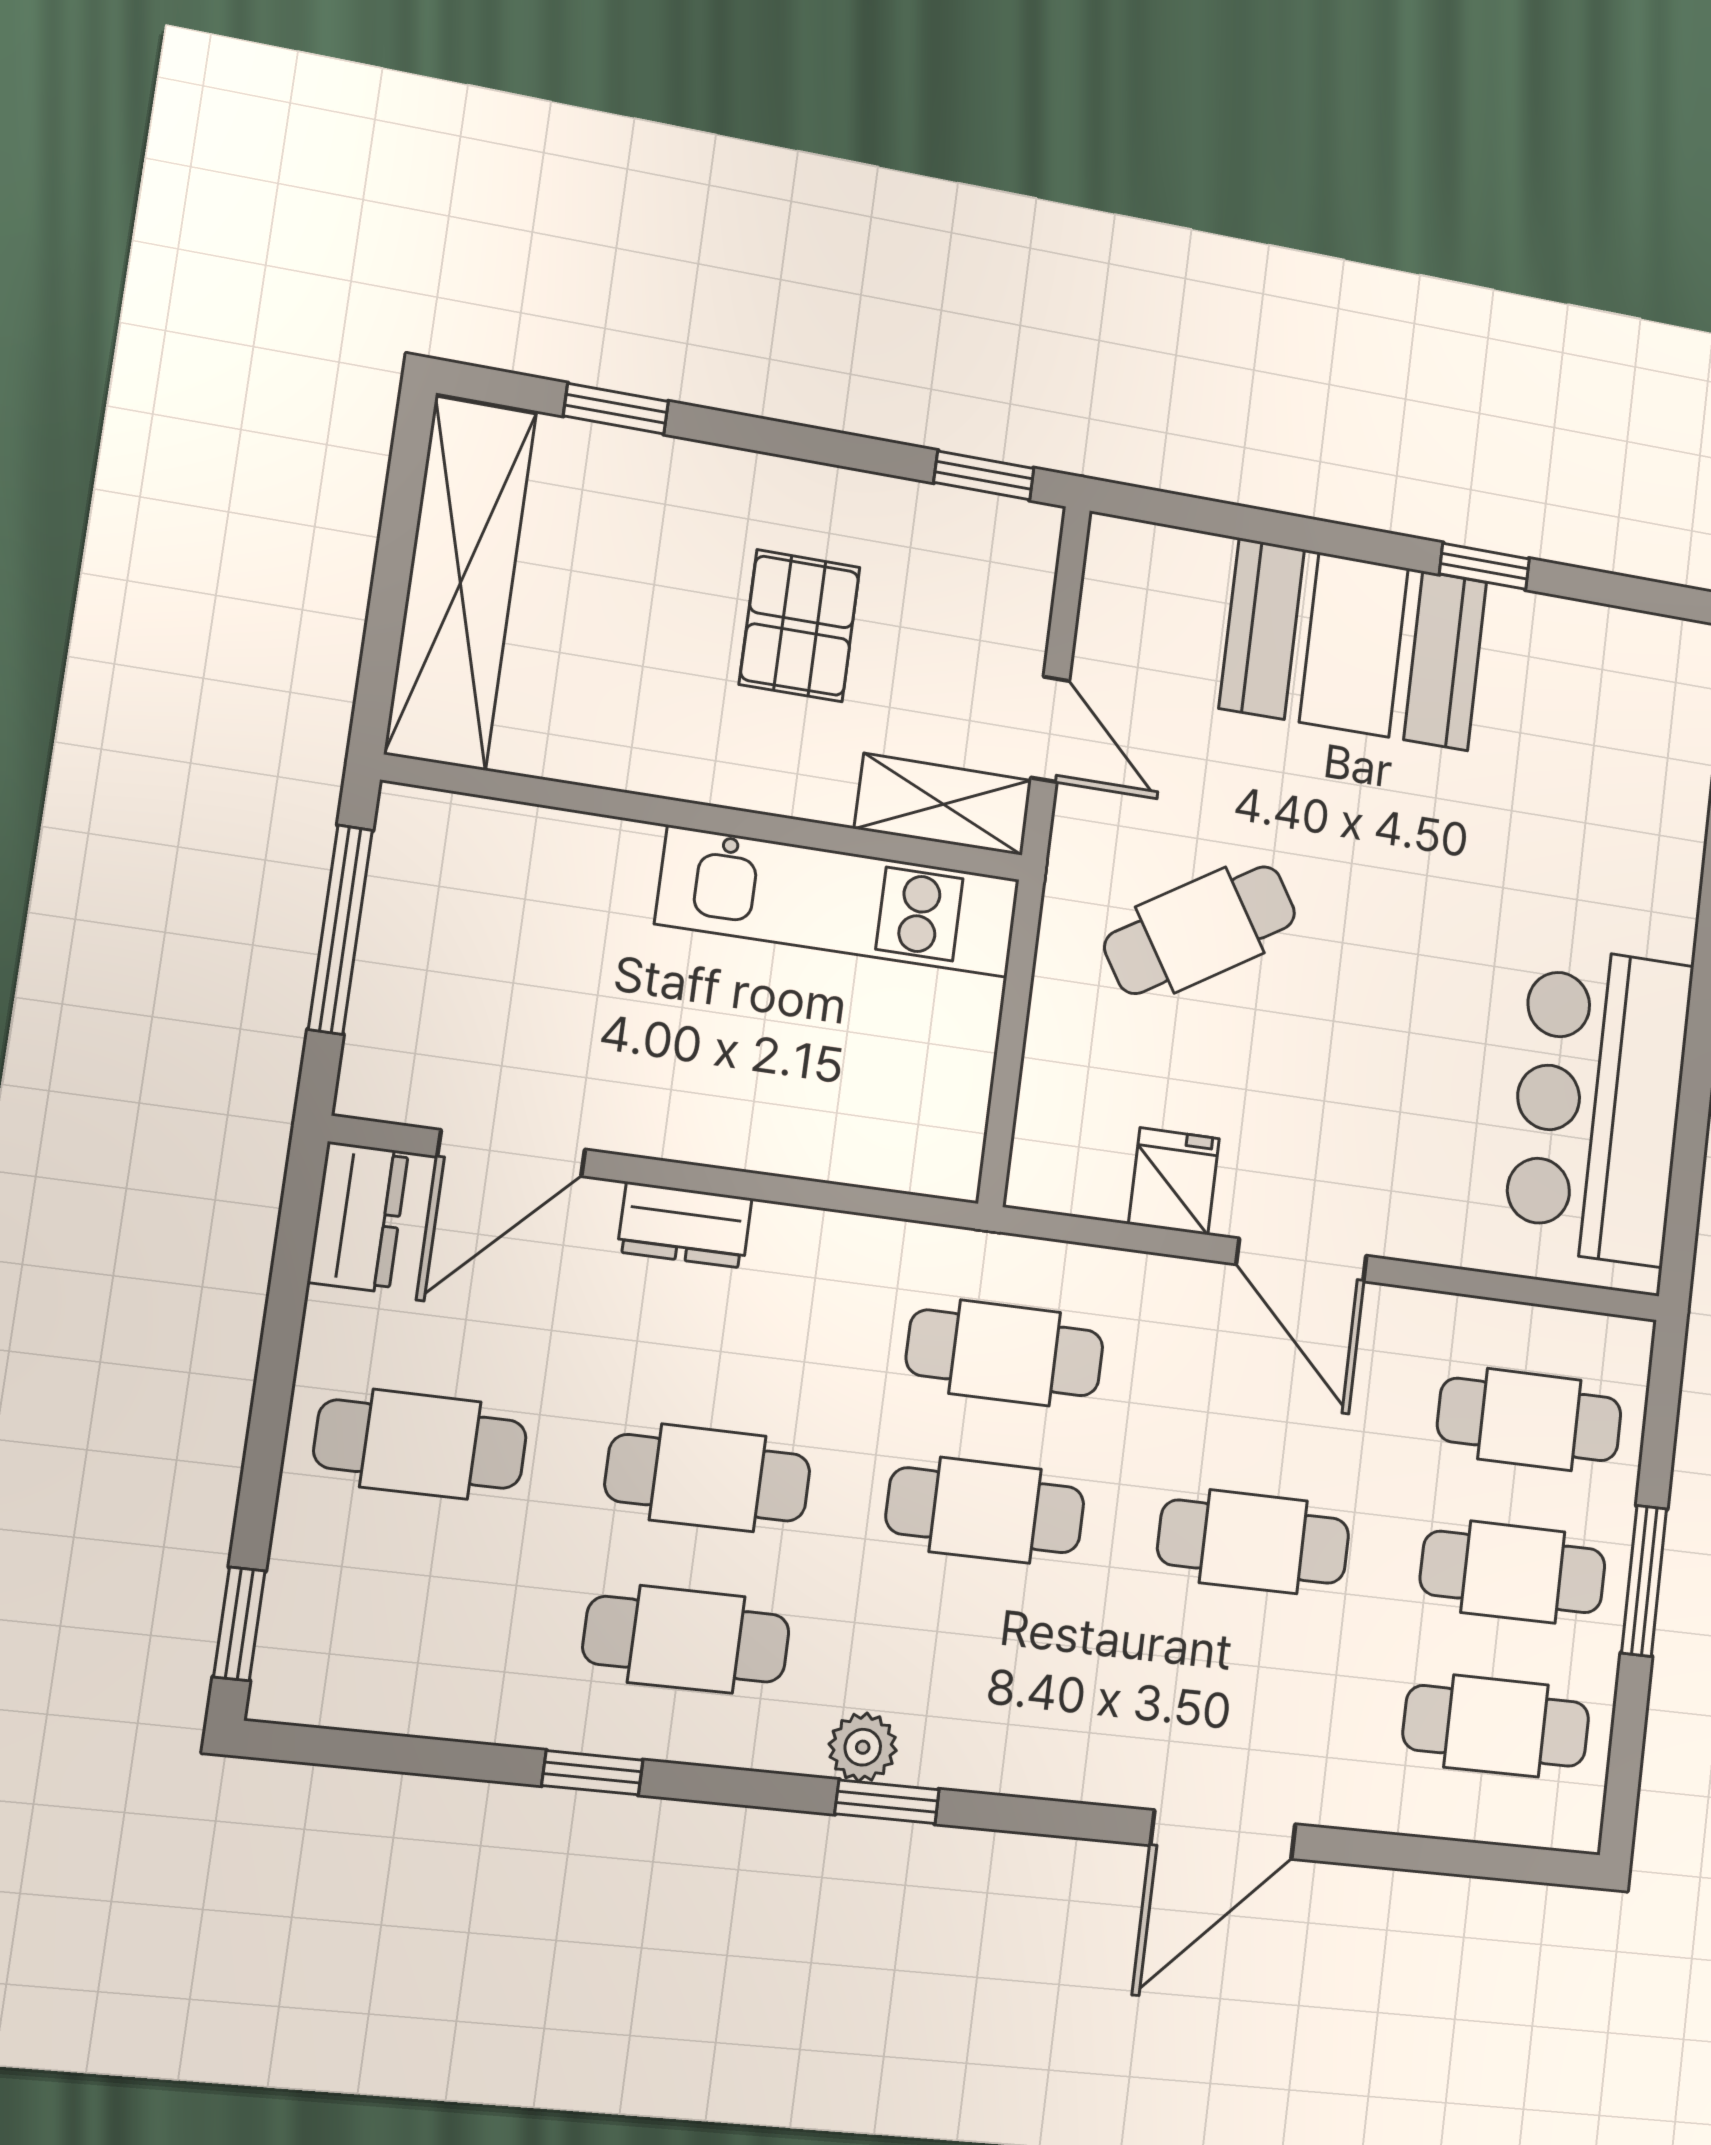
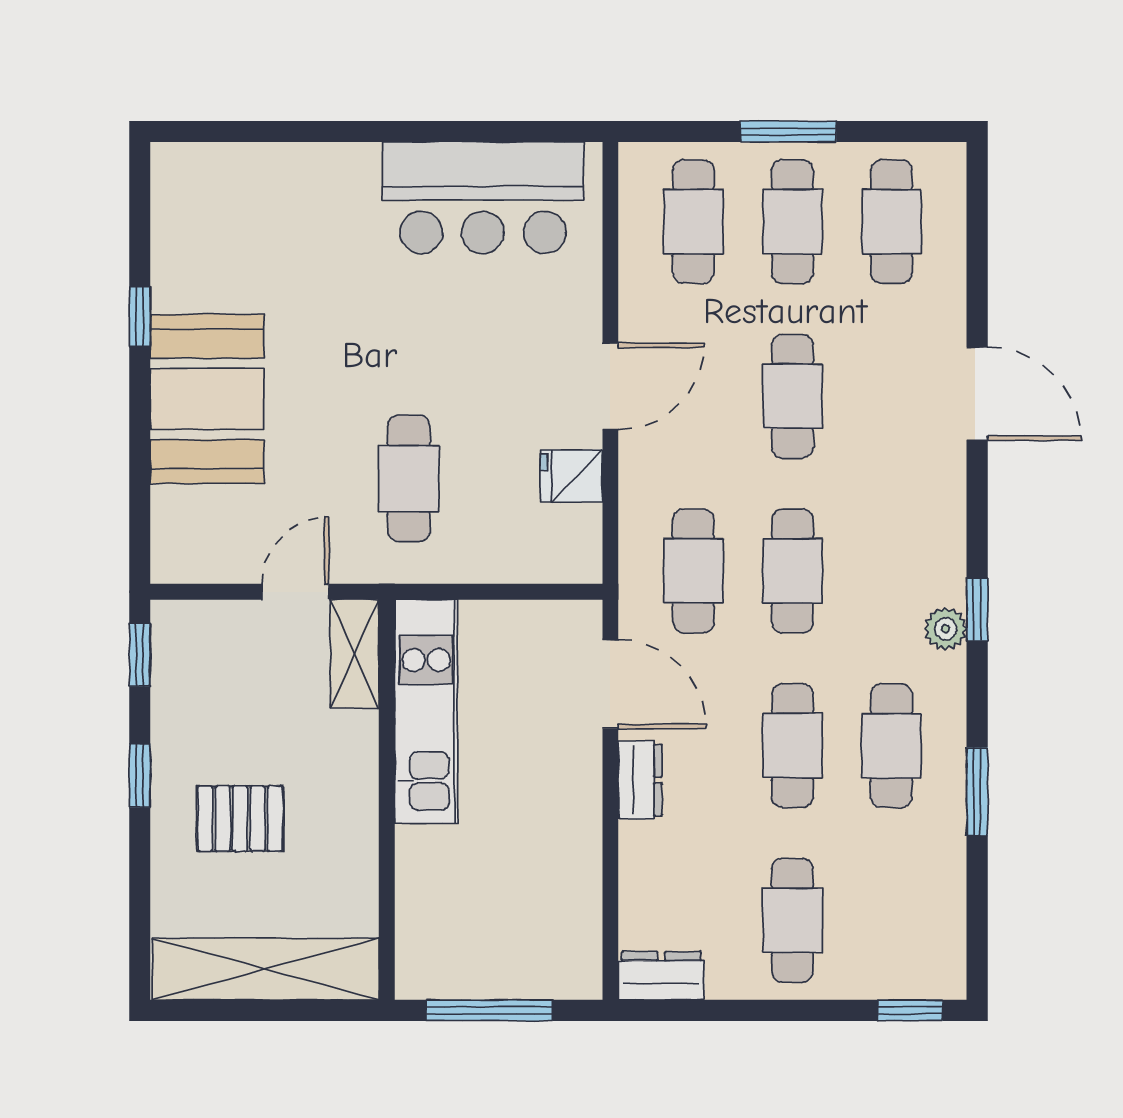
window: (616, 409) -> (140, 776), moved
pallet: (800, 626) -> (240, 819), moved
cafe table: (1200, 930) -> (409, 478), turned 32
door: (511, 1153) -> (610, 684), moved
window: (592, 1773) -> (977, 791), width x1.50

